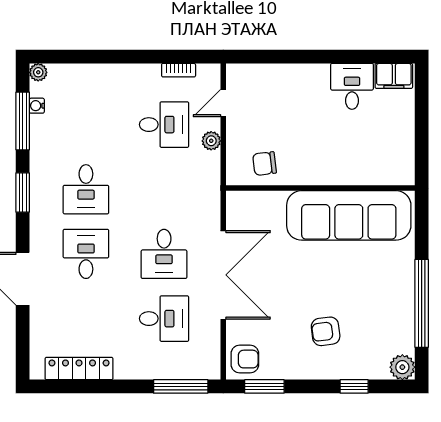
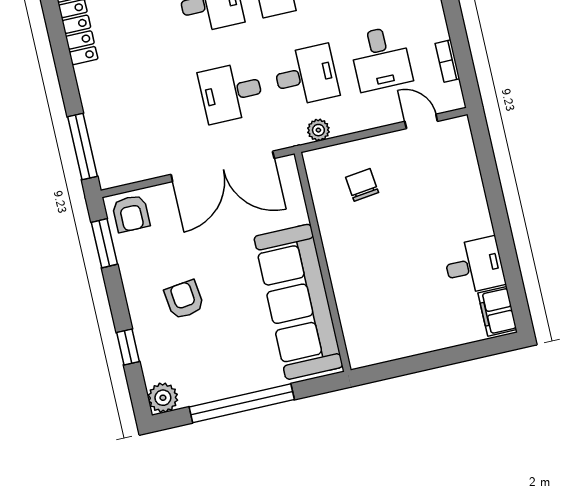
plant: (211, 141) -> (318, 130), moved
wall: (320, 188) -> (323, 262), moved
sofa: (349, 215) -> (298, 302), moved
desk: (164, 319) -> (306, 75), moved, turned -90

